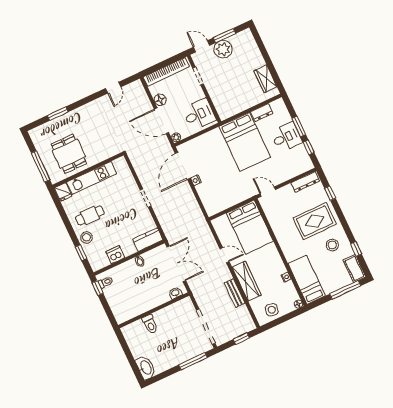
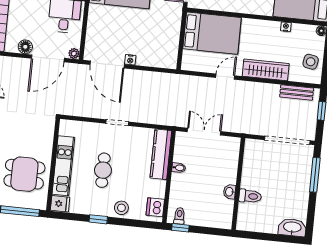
cafe table: (90, 215) -> (103, 170), moved
kitchen counter: (148, 240) -> (161, 154), width x1.50
window: (81, 253) -> (98, 219), moved
dishwasher: (115, 255) -> (155, 207), moved
double door: (176, 264) -> (204, 132), width x0.73
washbasin: (175, 293) -> (230, 192), moved
bench: (235, 293) -> (297, 92), moved

